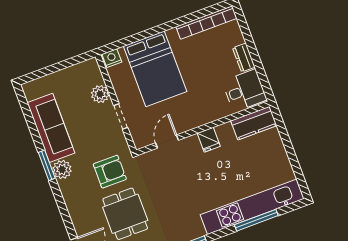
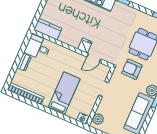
bed: (155, 69) -> (64, 93), width x0.67
plant: (100, 94) -> (98, 119), moved
fridge: (209, 140) -> (85, 46), moved

